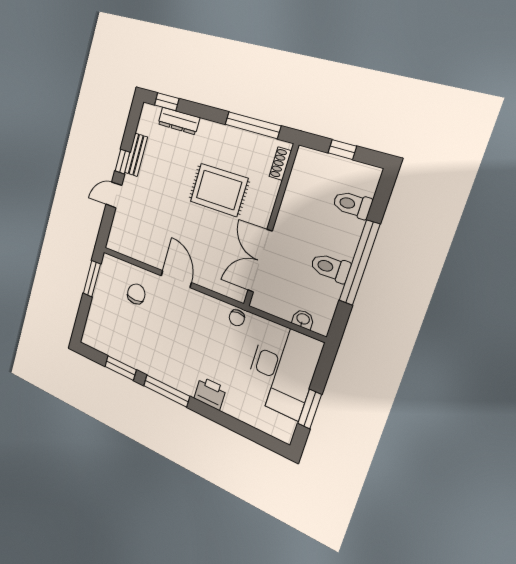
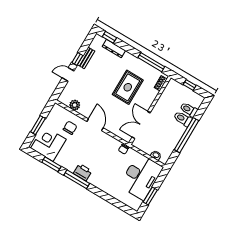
rug: (219, 190) -> (128, 87), turned 90
plant: (135, 249) -> (75, 105), added
toilet: (330, 268) -> (183, 119), moved
window: (92, 279) -> (38, 125), moved
corner desk: (109, 331) -> (48, 144), added
printer: (210, 393) -> (83, 172), moved

